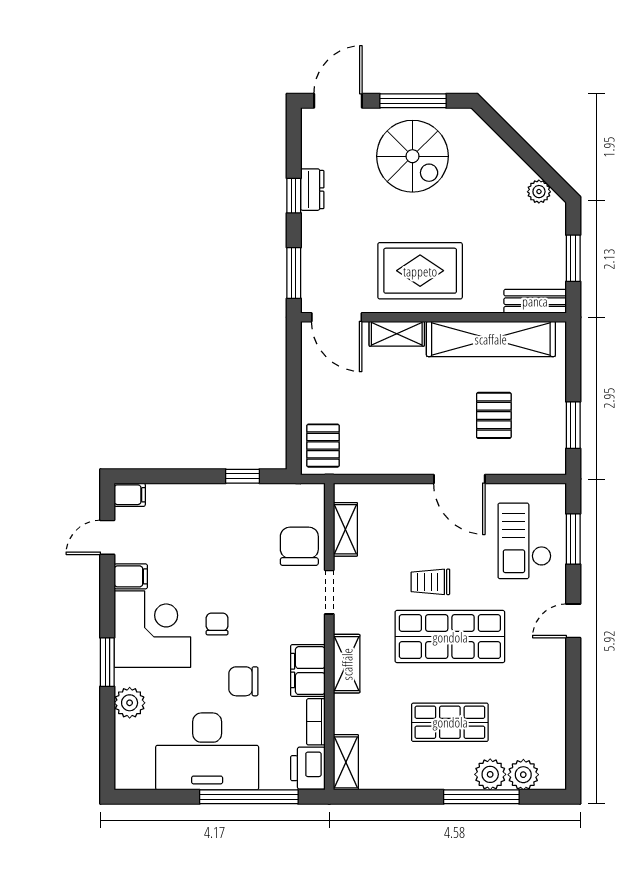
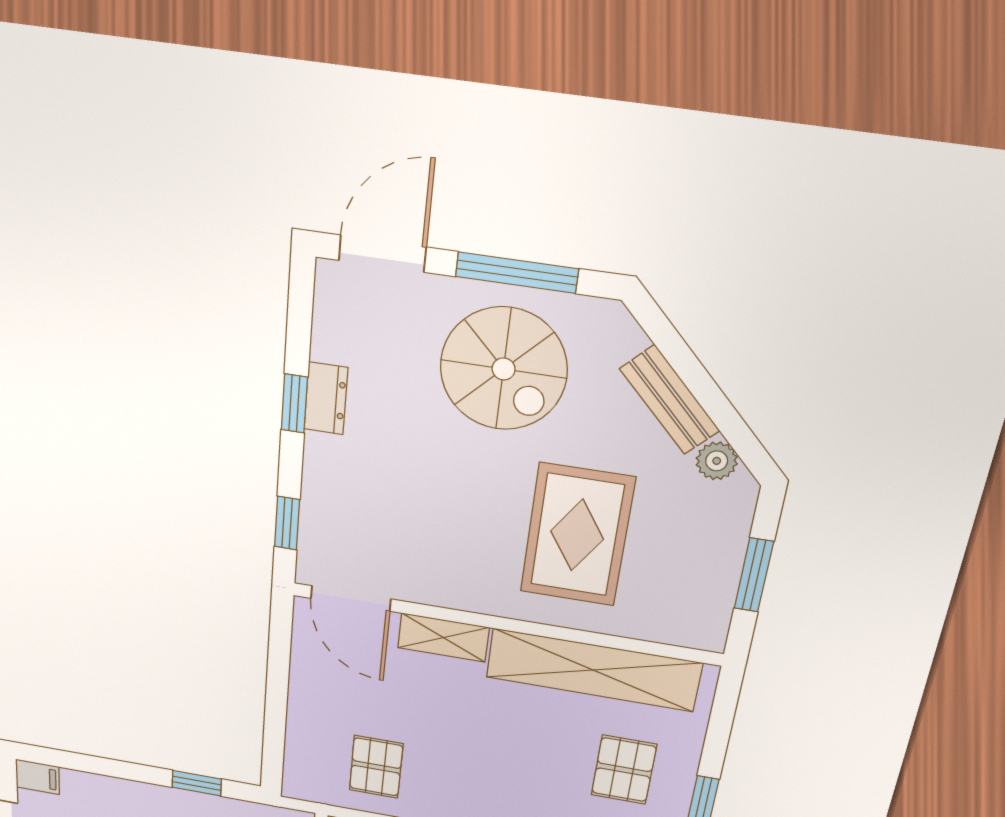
rug: (420, 271) -> (577, 535), moved, turned 90
window: (294, 273) -> (287, 523), width x0.67
bench: (535, 301) -> (670, 400), moved, turned 45
pallet: (494, 415) -> (624, 770), moved
pallet: (323, 446) -> (376, 767), moved

